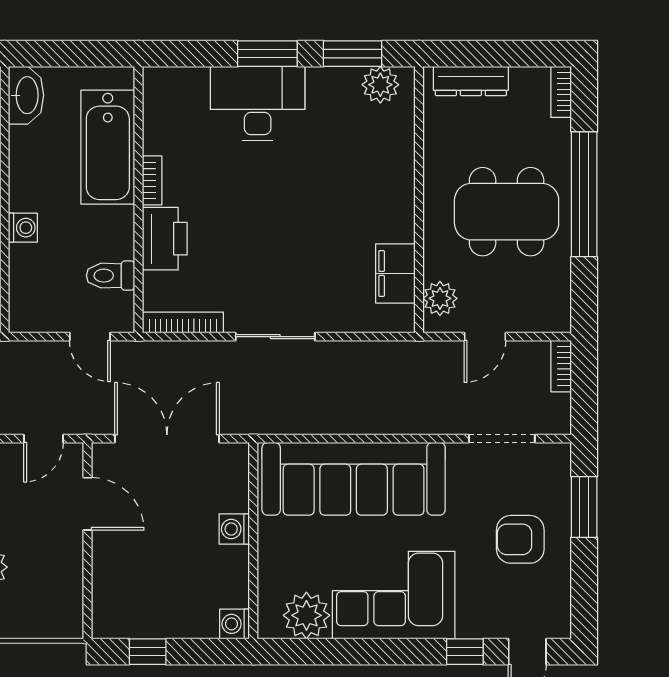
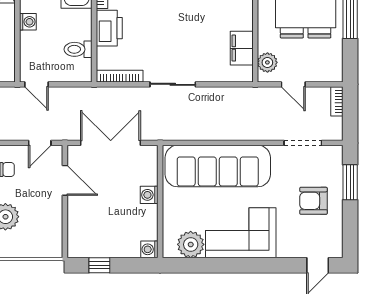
door: (90, 337) -> (36, 84), moved
door: (485, 337) -> (293, 84), hinge flipped
window: (465, 652) -> (282, 265), removed

